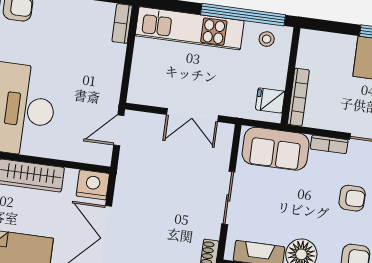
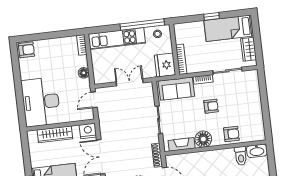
floor lamp: (112, 76) -> (84, 73), added
fridge: (270, 100) -> (165, 65), width x1.88, depth x1.34
double door: (192, 115) -> (130, 82), swing flipped
armchair: (352, 198) -> (211, 106), moved

